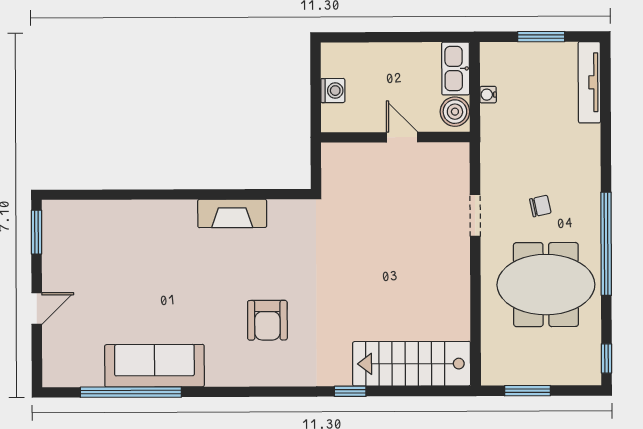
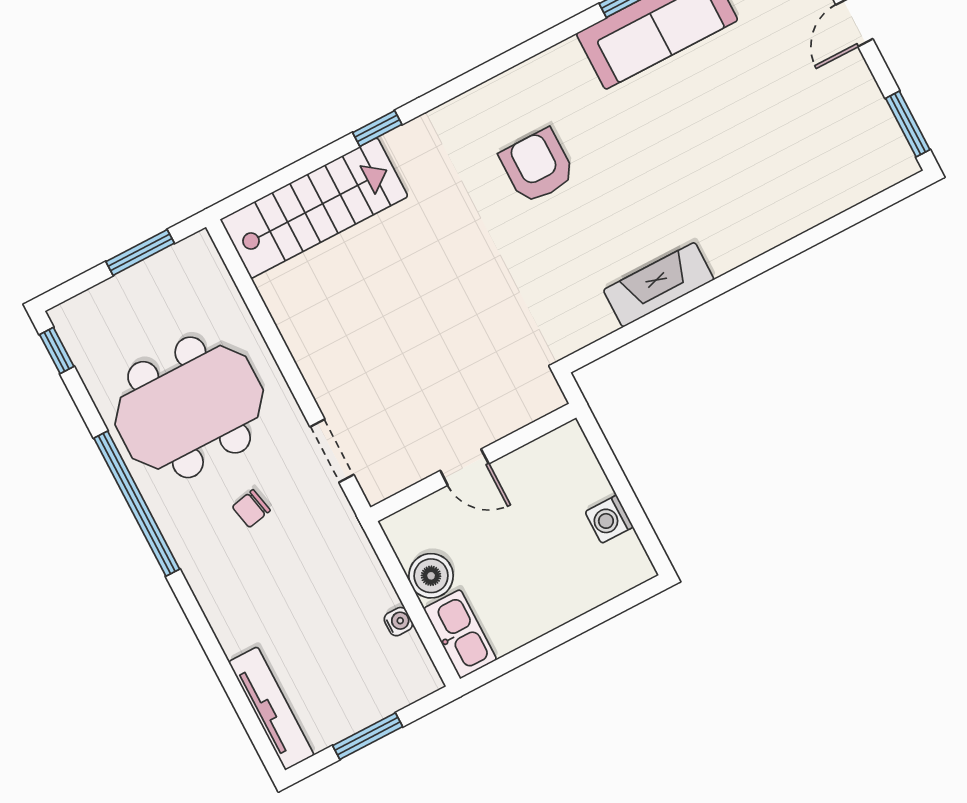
wall: (395, 137) -> (473, 462), moved
door: (402, 137) -> (464, 467), moved

